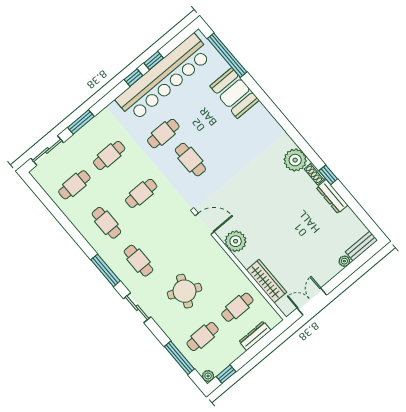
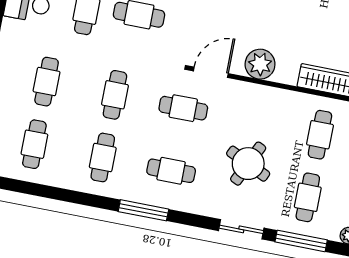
cafe table: (106, 223) -> (103, 157), turned 90
cafe table: (173, 231) -> (183, 108), added
sliding door: (137, 308) -> (241, 229), moved

